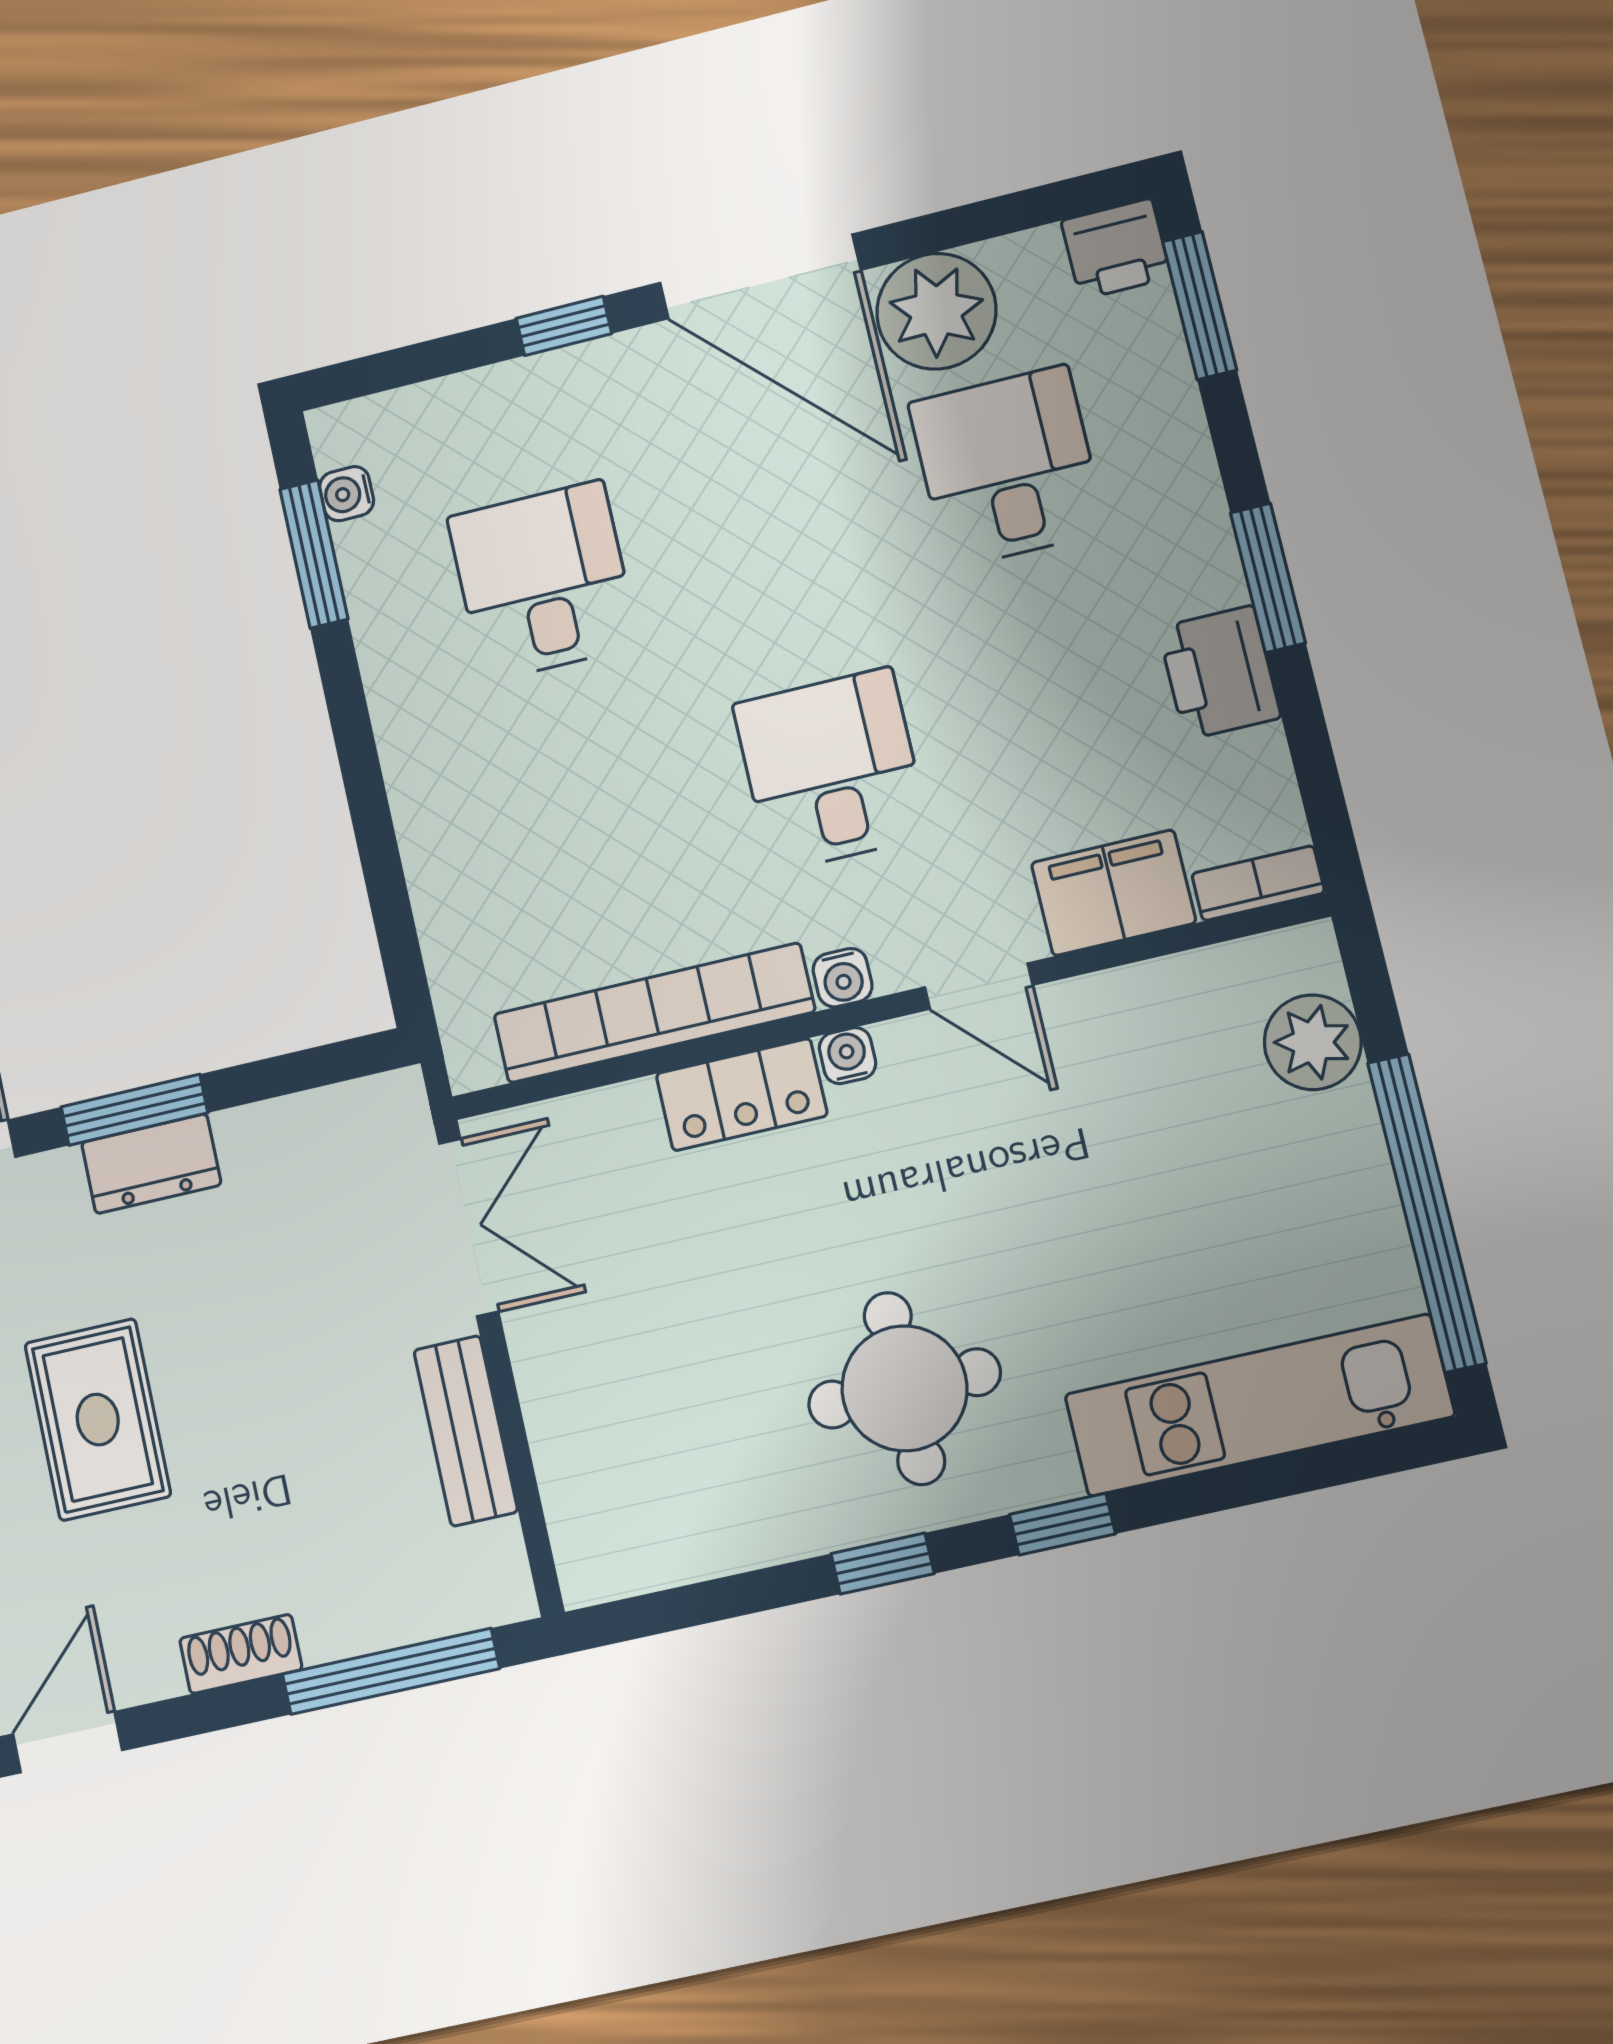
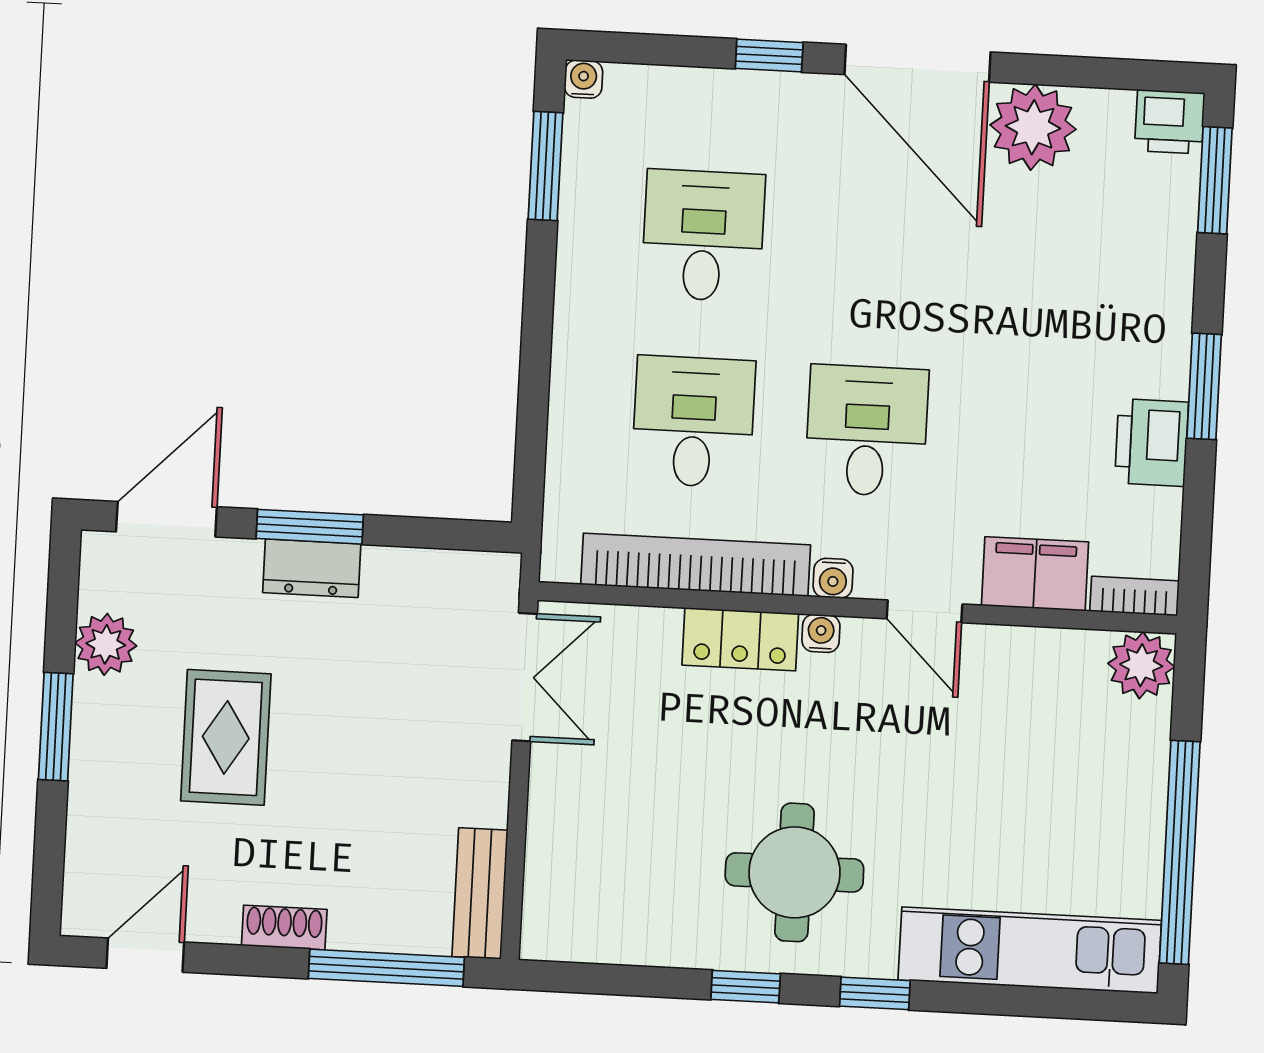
desk: (1007, 467) -> (693, 422), moved
water cooler: (347, 494) -> (583, 79), moved, turned 90
plant: (1313, 1042) -> (1141, 665), moved
bench: (466, 1431) -> (480, 893), moved

